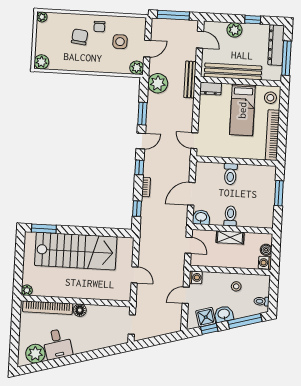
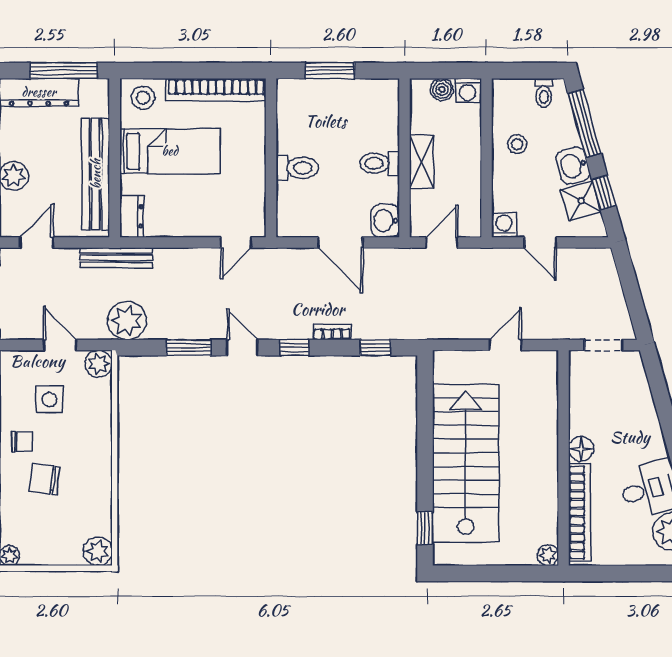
window: (44, 229) -> (425, 528), width x0.67

